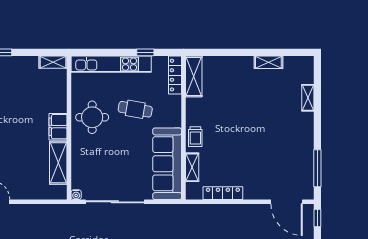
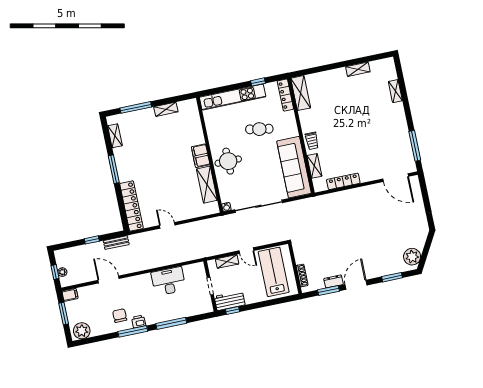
shelving: (53, 62) -> (166, 109), moved
round table: (92, 117) -> (228, 161), moved
window: (317, 218) -> (423, 185), removed

